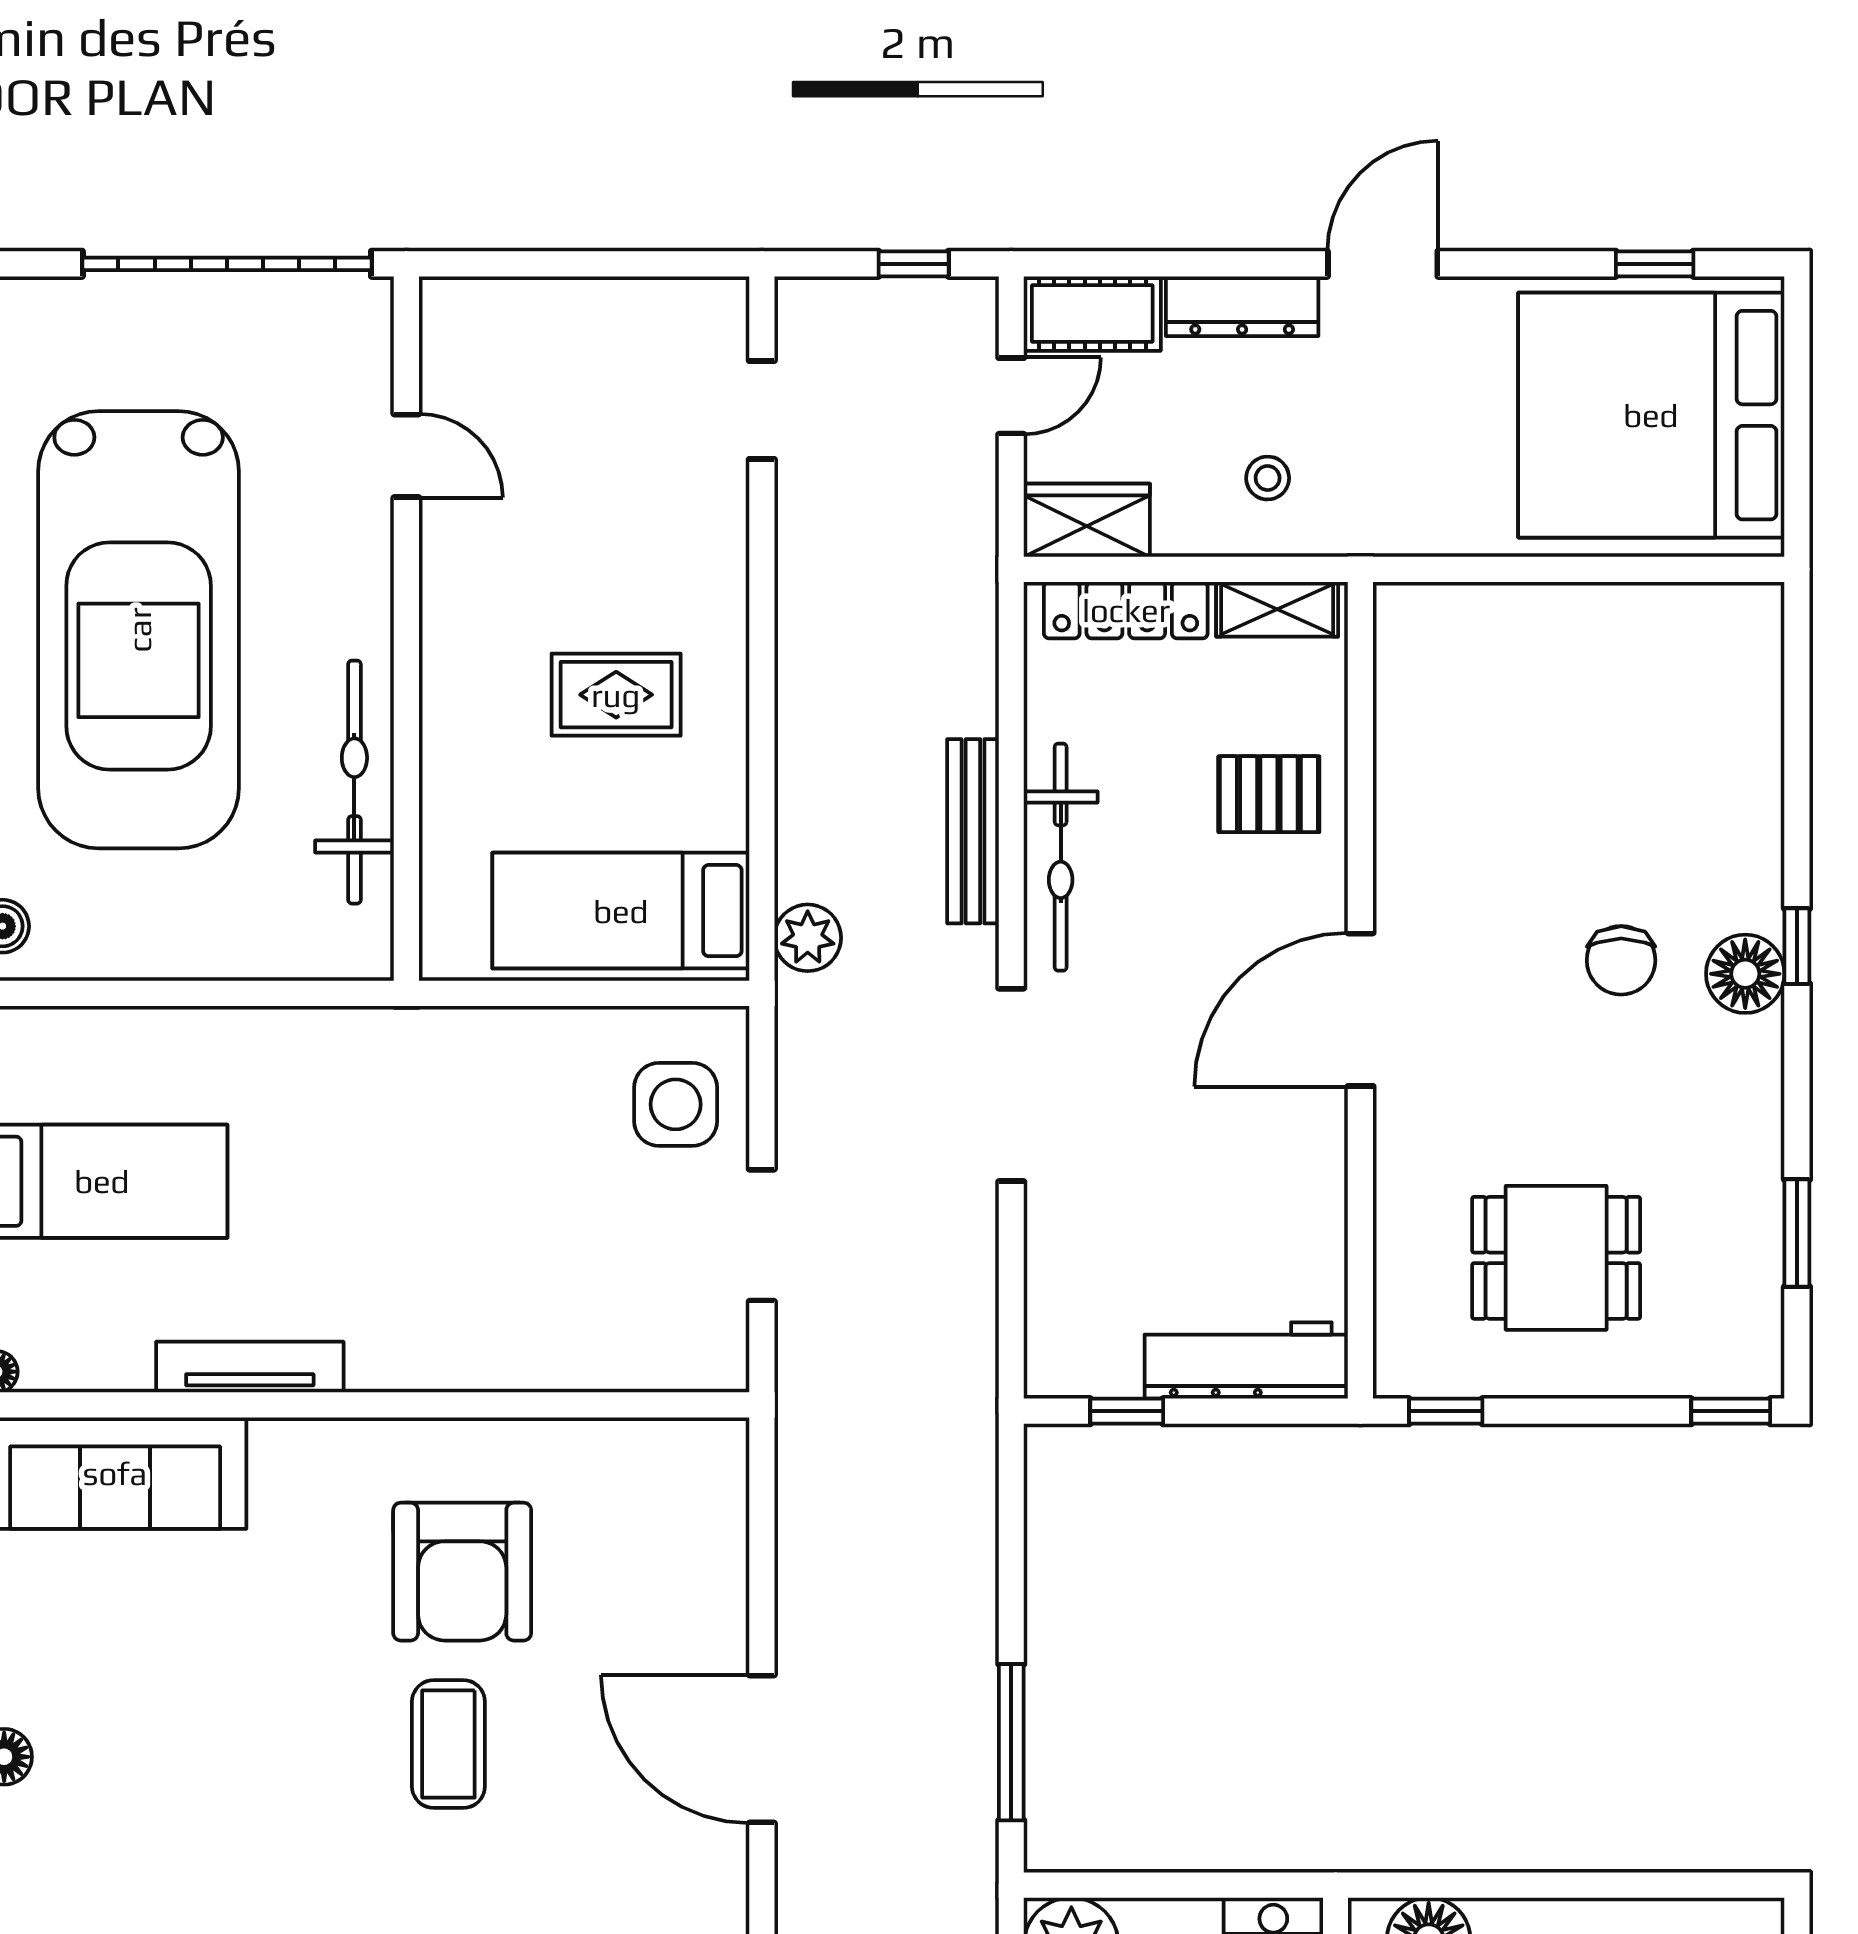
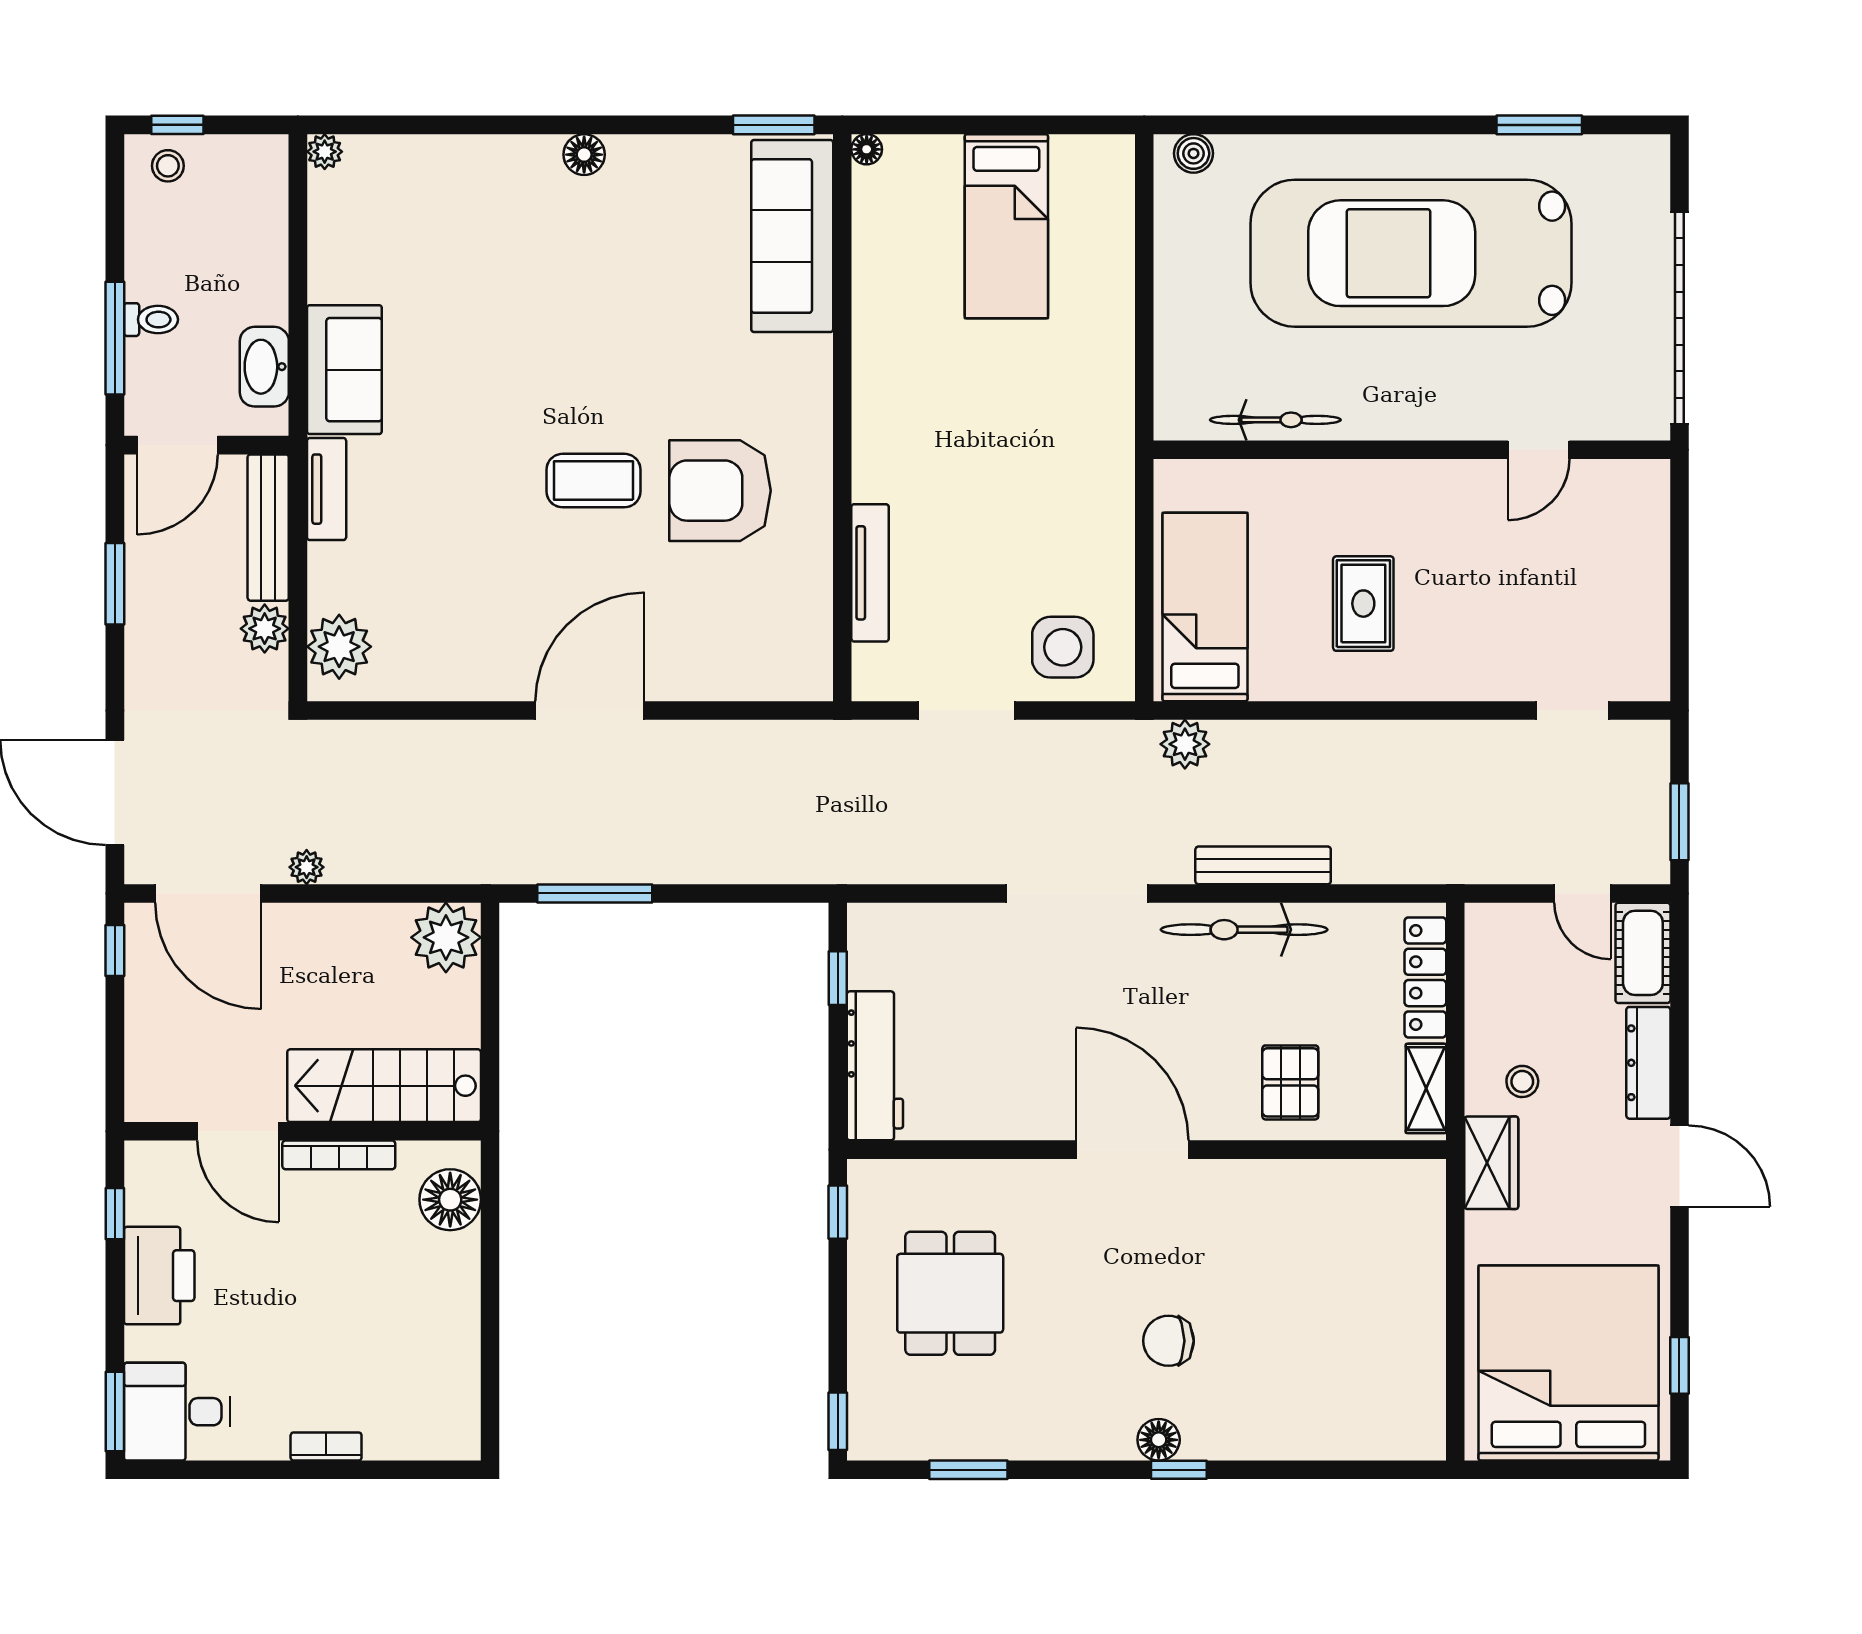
window: (914, 264) -> (1679, 822), width x1.50
wardrobe: (1087, 520) -> (1491, 1163), moved
bicycle: (354, 782) -> (1275, 420), width x0.73, depth x0.71
floor lamp: (1745, 974) -> (1159, 1440), width x0.73, depth x0.73
tv unit: (250, 1367) -> (870, 573), moved

